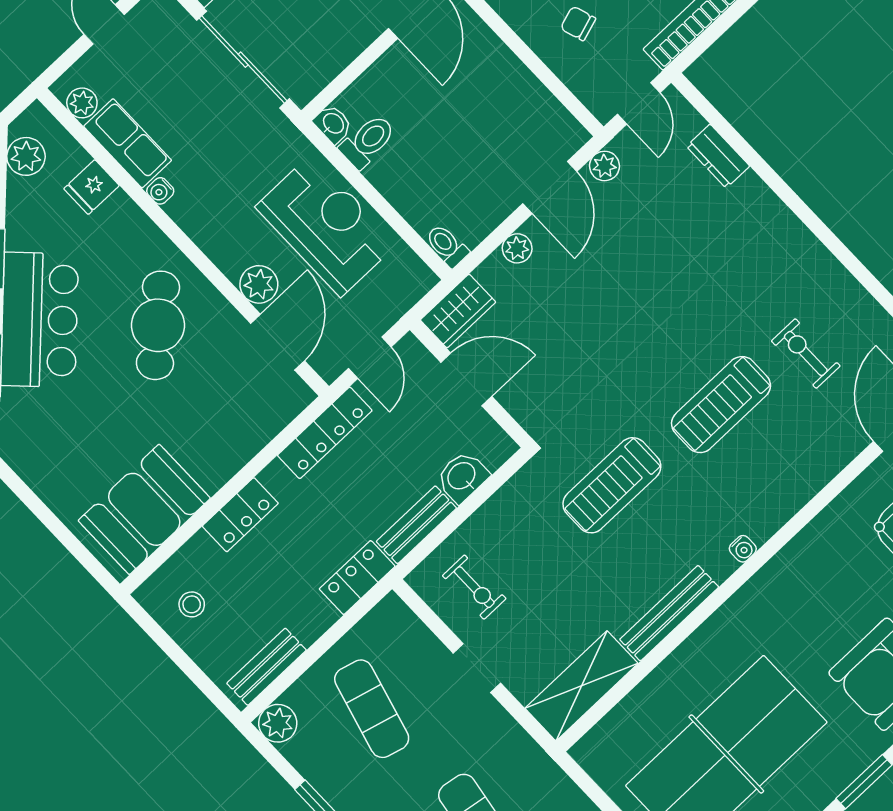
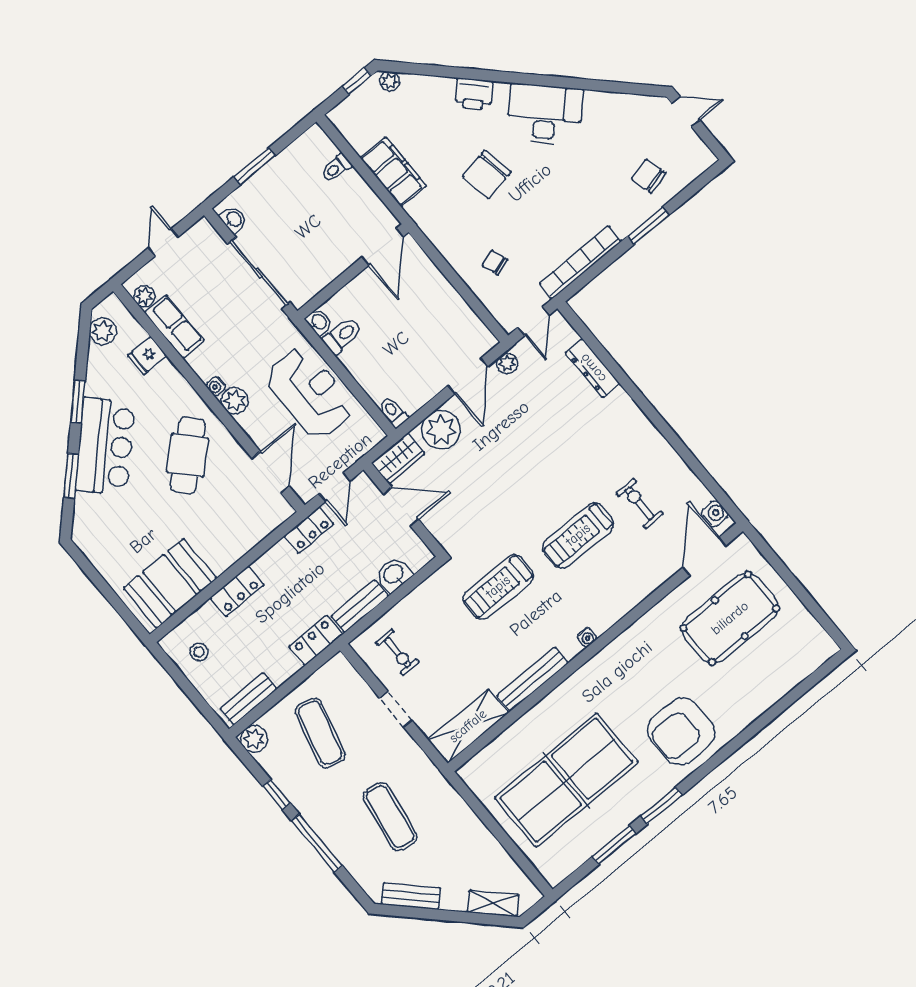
dresser: (718, 156) -> (593, 368), width x1.44
water cooler: (160, 191) -> (216, 386), moved
plant: (517, 248) -> (441, 430), width x1.88, depth x1.88
plant: (259, 284) -> (235, 401), moved
locker: (325, 433) -> (309, 530), width x0.66

